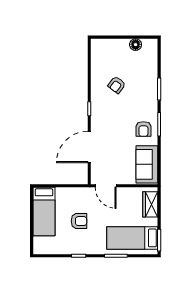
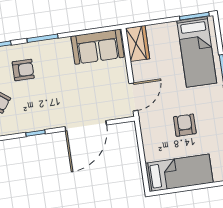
armchair: (143, 129) -> (23, 70), moved
door: (89, 147) -> (86, 126), hinge flipped
wardrobe: (150, 204) -> (138, 43), moved, turned -90

